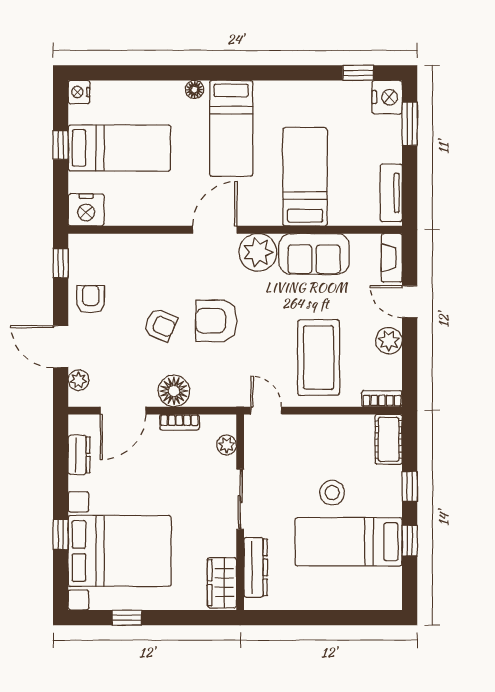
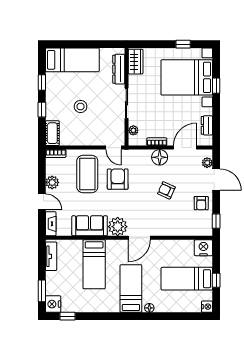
armchair: (216, 321) -> (118, 179), moved, turned -90
bed: (349, 542) -> (72, 60), moved

